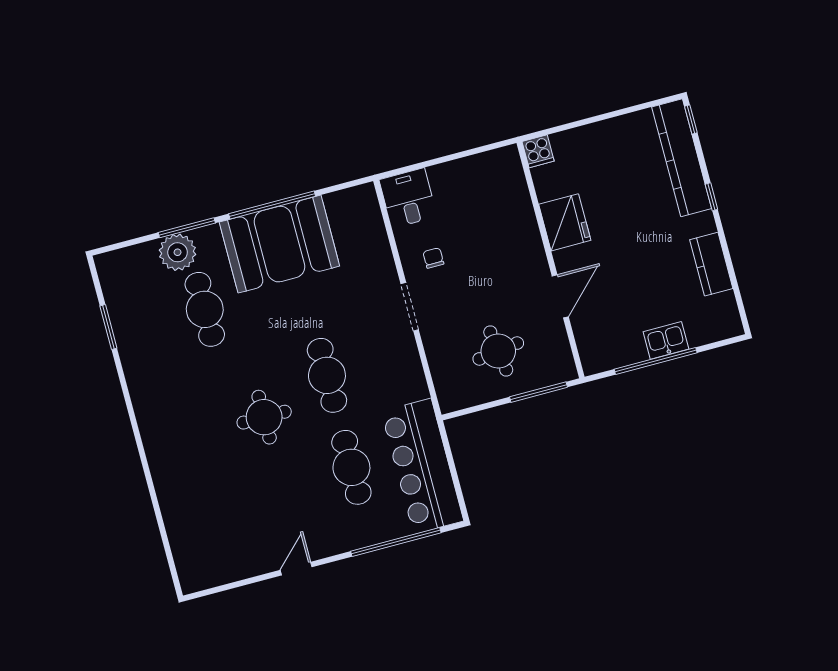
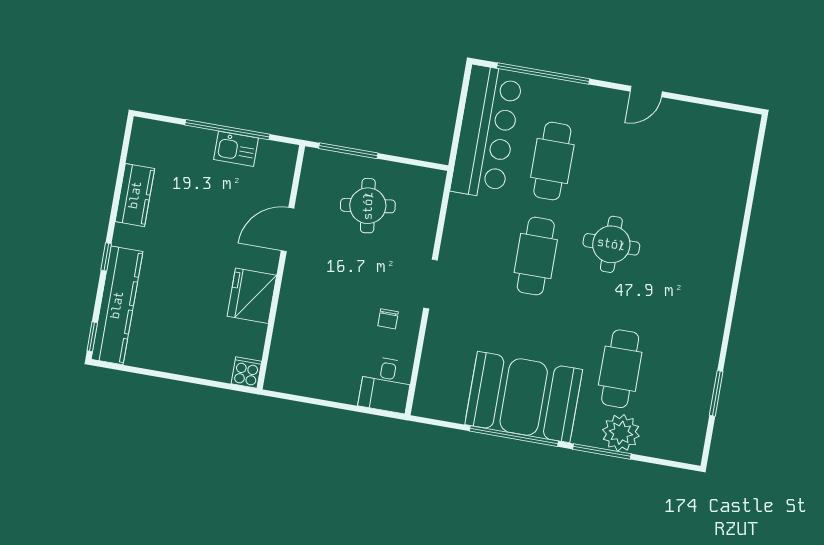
kitchen sink: (666, 340) -> (236, 149), moved

